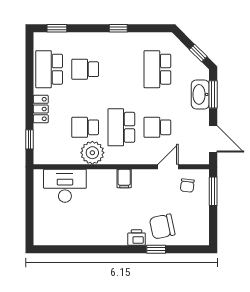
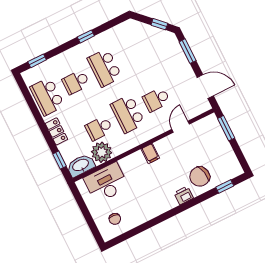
school desk: (157, 69) -> (105, 68), moved
washbasin: (200, 94) -> (81, 165), moved, turned 90
plant: (92, 153) -> (102, 152), moved
chair: (187, 186) -> (115, 219), moved
window: (156, 249) -> (225, 186), moved

